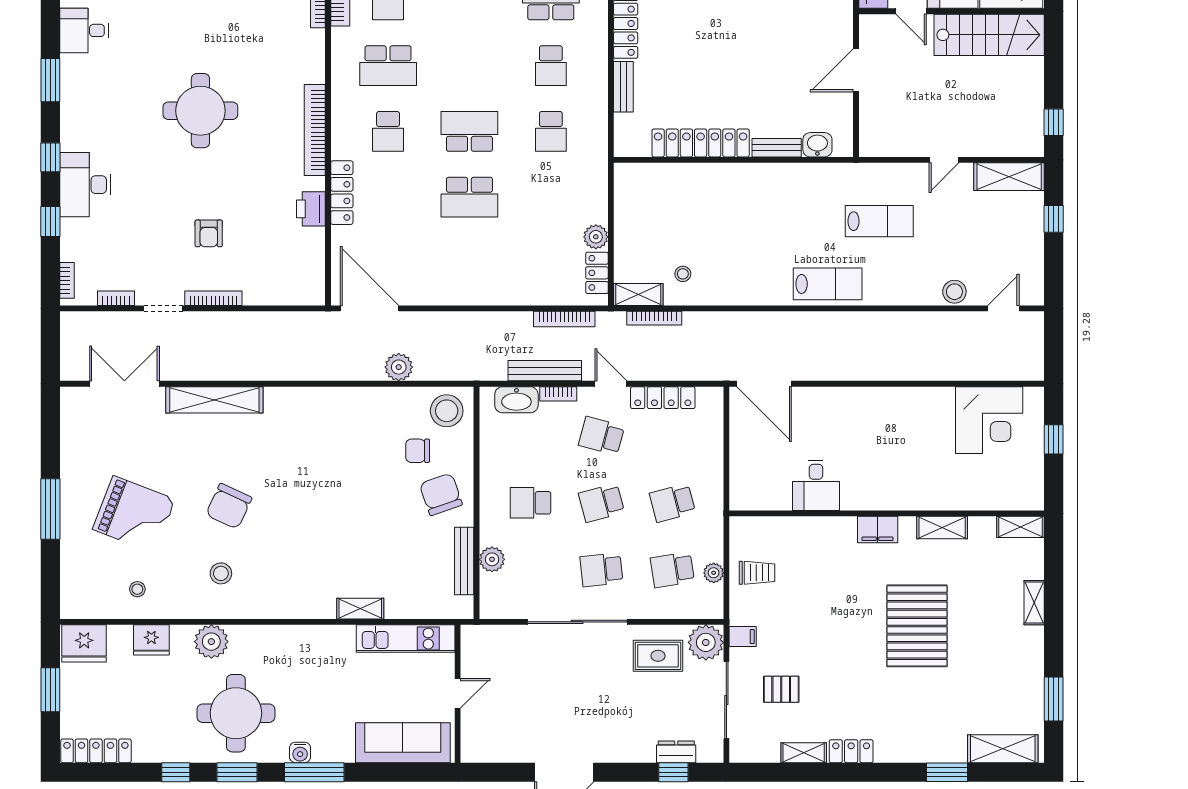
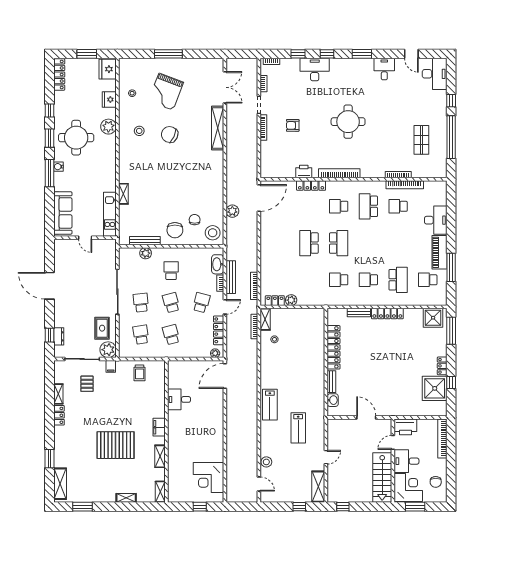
door: (944, 160) -> (326, 457), swing flipped
chair: (441, 494) -> (175, 230), turned 109
plant: (714, 573) -> (215, 353), moved

